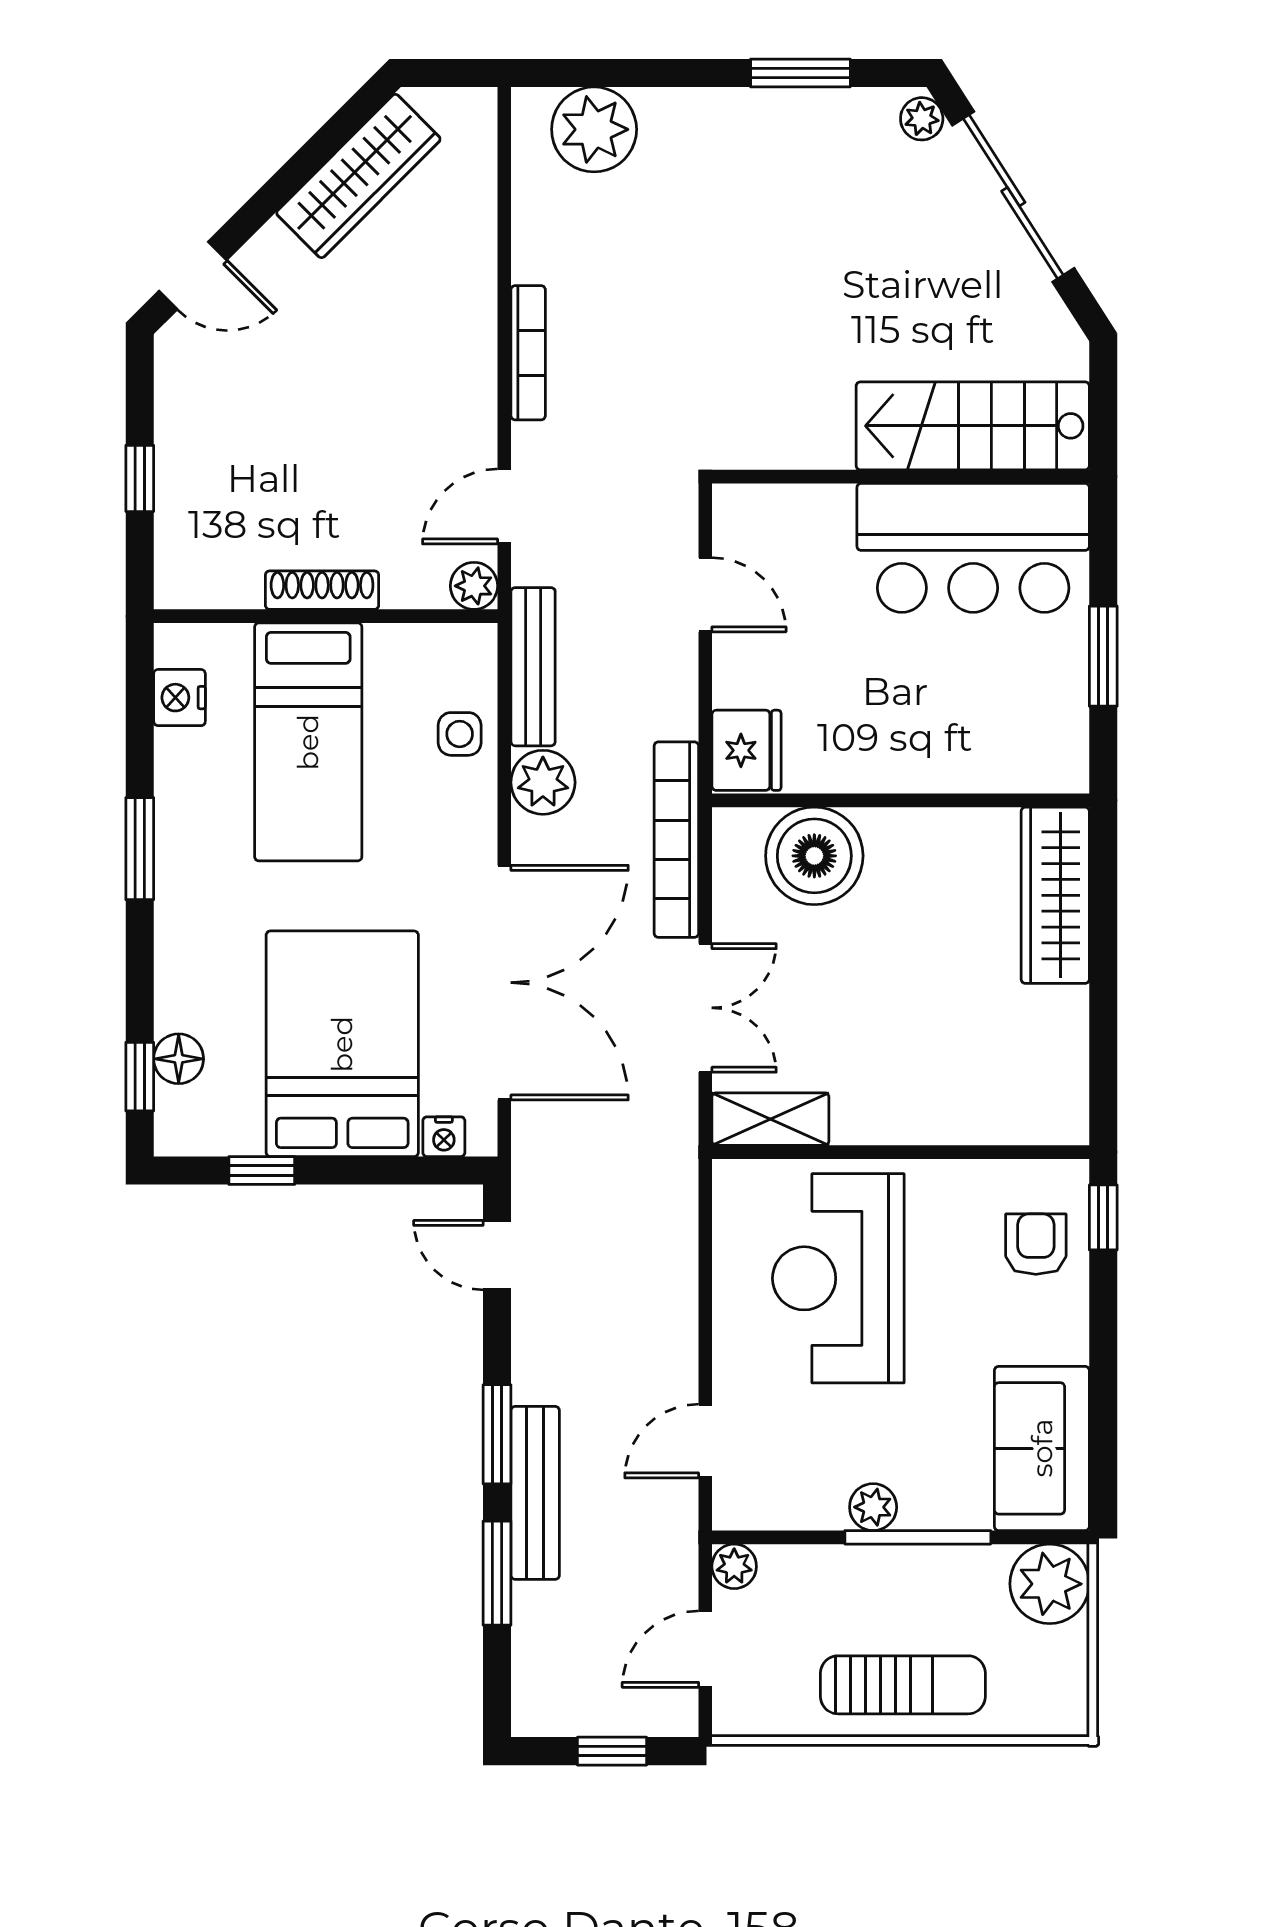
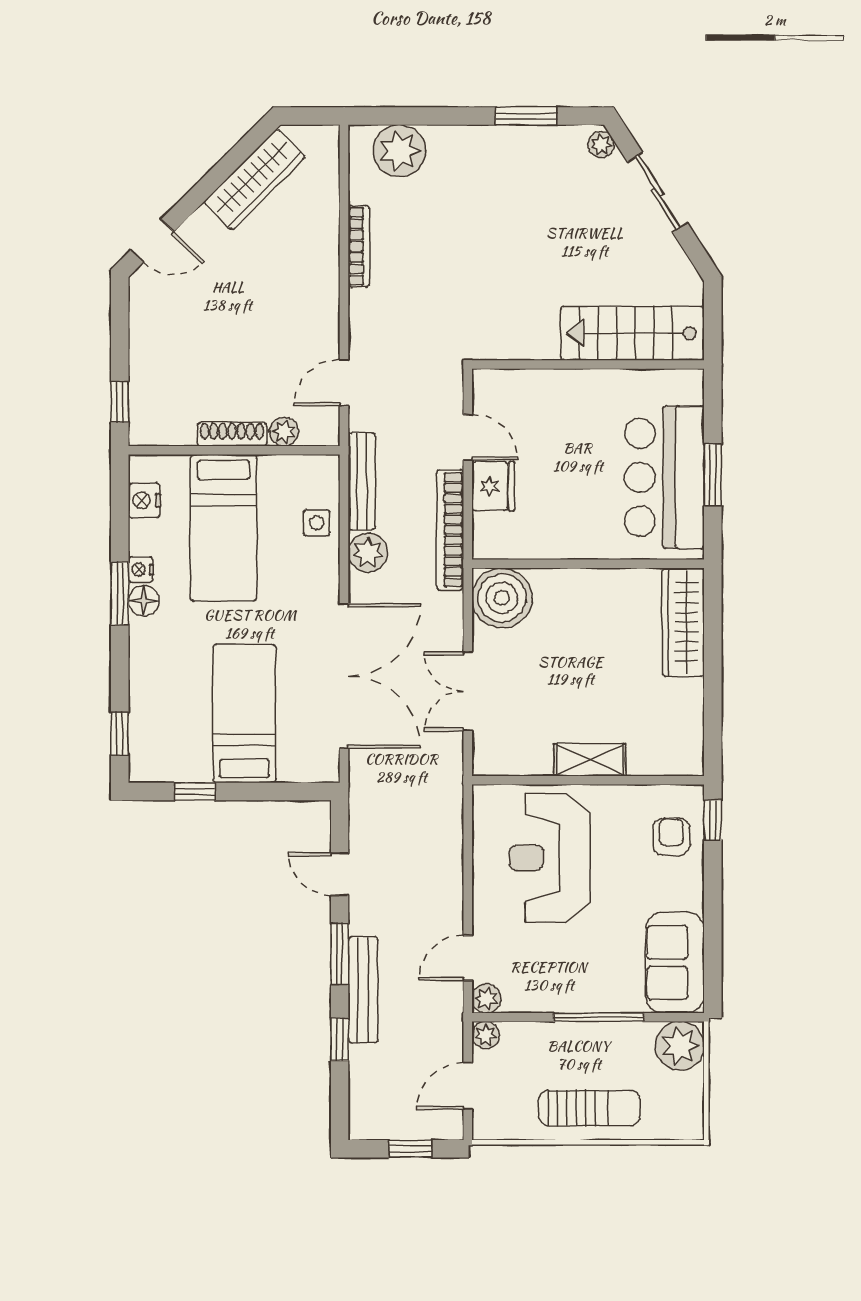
sliding door: (1013, 197) -> (657, 192), width x0.73
bookcase: (528, 353) -> (359, 246), moved
window: (140, 478) -> (120, 402), moved
bar counter: (973, 548) -> (664, 477), moved, turned 90
plant: (474, 586) -> (284, 432), moved
fridge: (746, 750) -> (493, 486), moved
bookcase: (676, 840) -> (450, 530), moved
boiler: (814, 856) -> (502, 598), moved
double door: (705, 1008) -> (468, 691), swing flipped
bed: (342, 1044) -> (244, 713), width x0.67
floor lamp: (179, 1059) -> (144, 601), moved
shelving: (770, 1119) -> (590, 760), moved
nightstand: (444, 1137) -> (141, 570), moved, turned 90
door: (497, 1255) -> (340, 874), moved
plant: (873, 1507) -> (486, 999), moved
window: (497, 1573) -> (340, 1039), width x0.67

